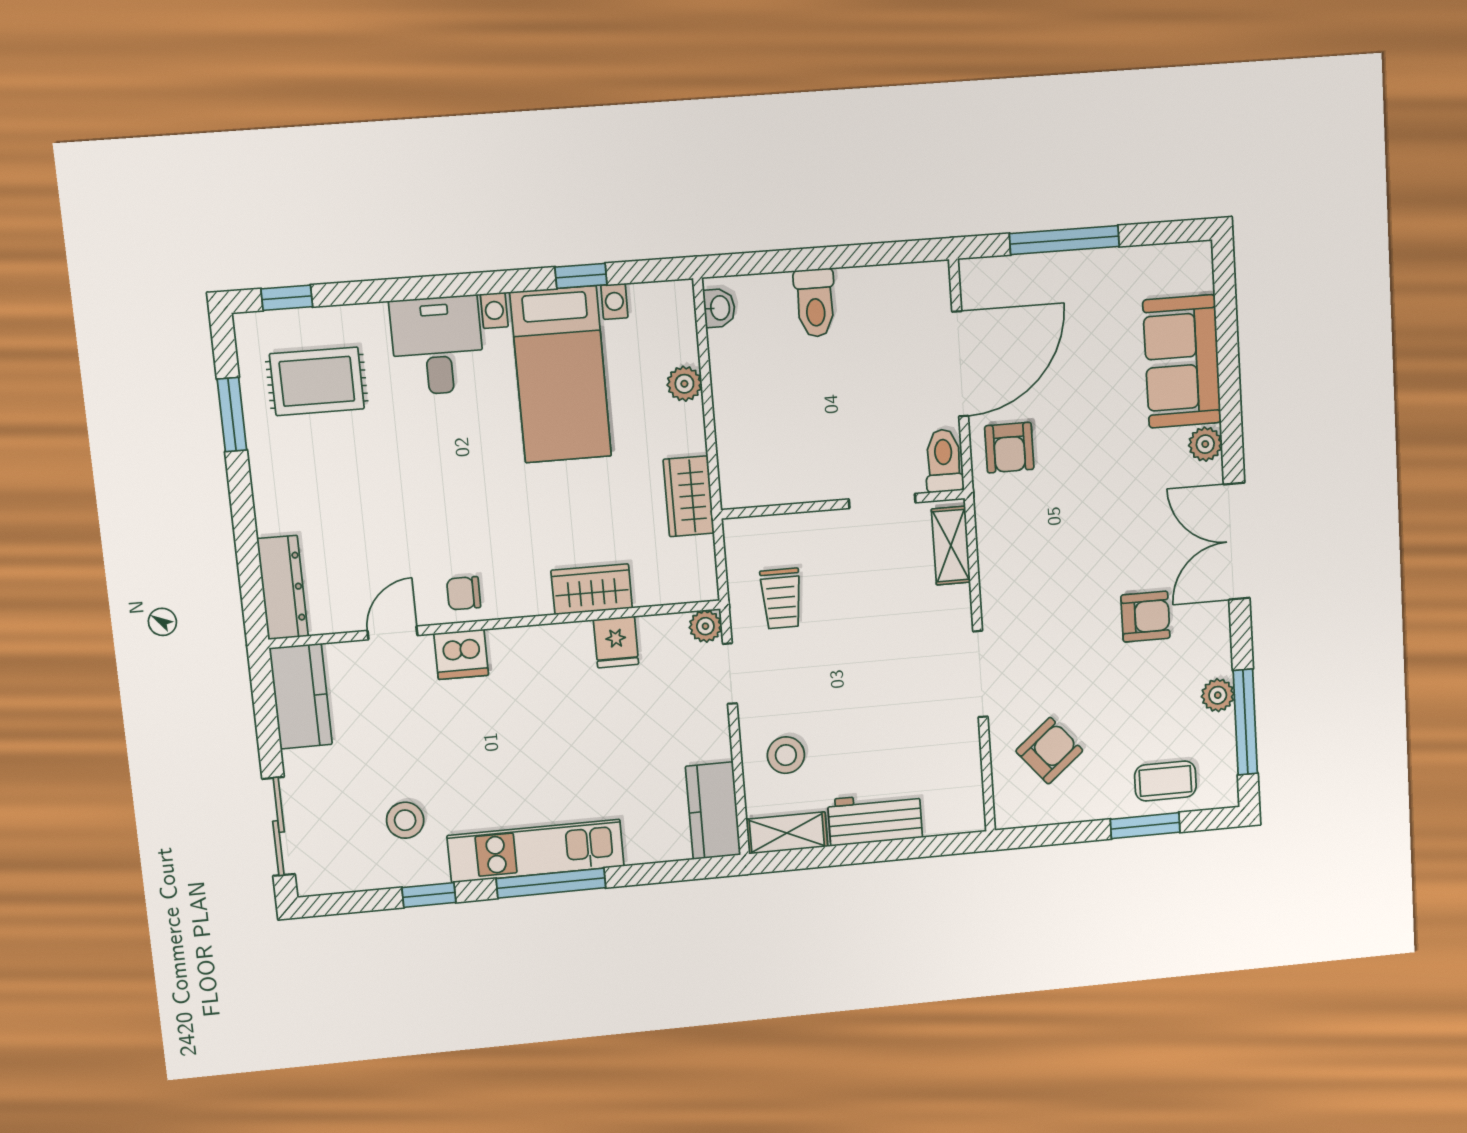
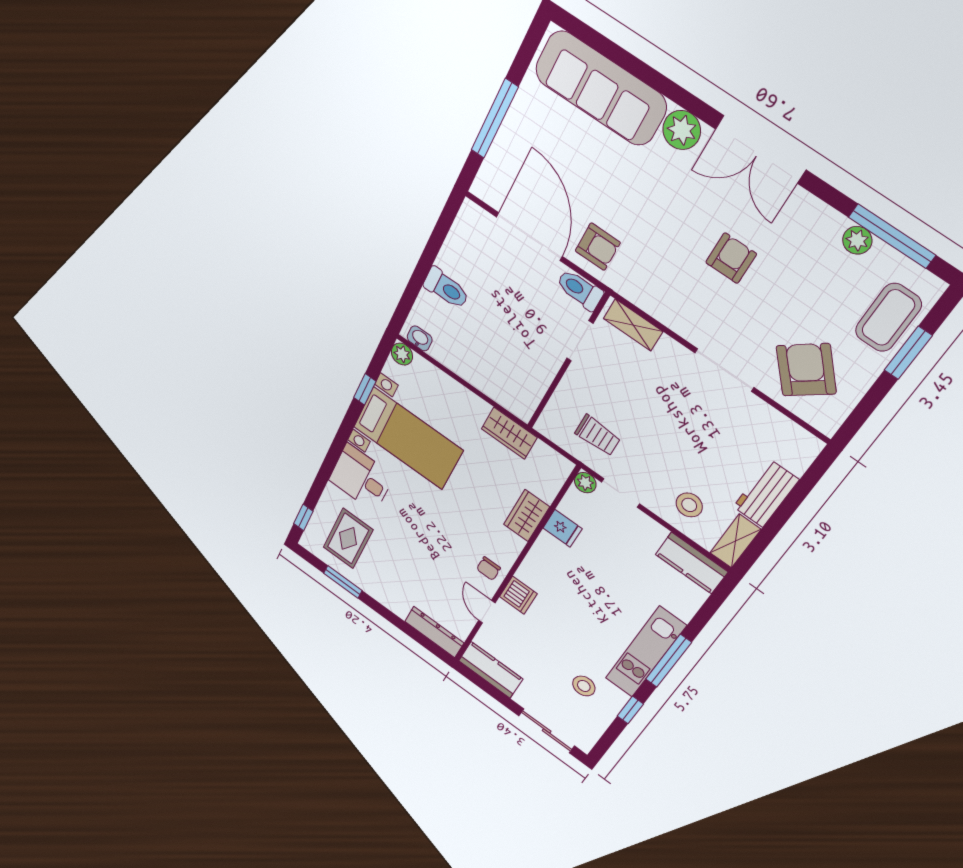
sofa: (1182, 361) -> (600, 88), width x1.36
plant: (684, 384) -> (402, 354), moved
plant: (1205, 444) -> (682, 130), width x1.38, depth x1.38
armchair: (1145, 617) -> (731, 258), moved
armchair: (1049, 751) -> (806, 370), width x1.38, depth x1.38
coffee table: (1165, 781) -> (888, 318), width x1.36, depth x1.30

